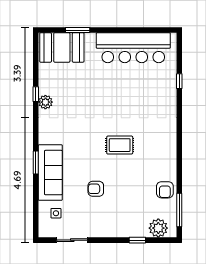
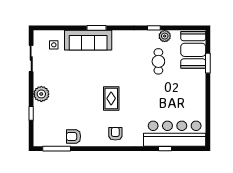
bar counter: (133, 48) -> (175, 134), moved, turned 90
cafe table: (76, 89) -> (158, 61), added
plant: (45, 102) -> (165, 36), moved
armchair: (96, 189) -> (115, 134), moved
plant: (158, 228) -> (41, 94), moved

